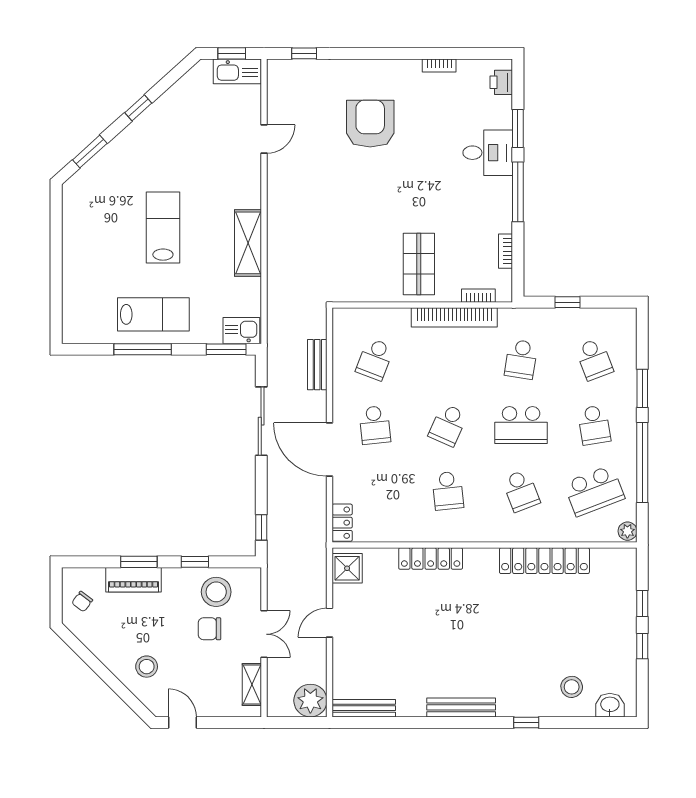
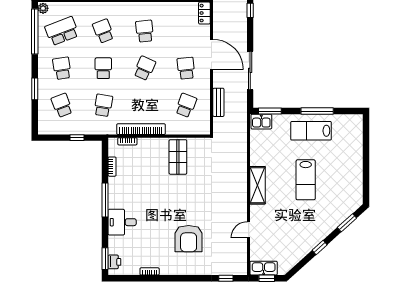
window: (518, 129) -> (105, 259), moved
shelving: (248, 243) -> (258, 185), moved
shop shelf: (419, 264) -> (178, 157), moved
school desk: (521, 425) -> (103, 68), width x0.54
window: (642, 463) -> (35, 31), moved

